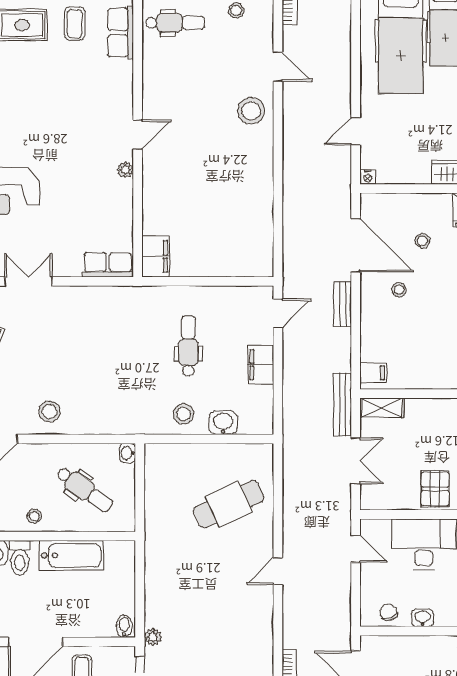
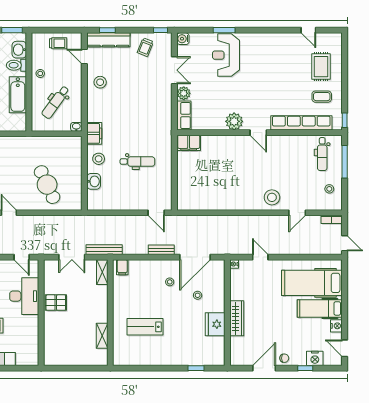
row of seats: (121, 33) -> (301, 123), width x2.02
plant: (125, 170) -> (234, 121), width x1.88, depth x1.88
plant: (69, 265) -> (184, 93), added
filing cabinet: (261, 365) -> (94, 133), moved, turned 90
door: (356, 549) -> (22, 257), hinge flipped

